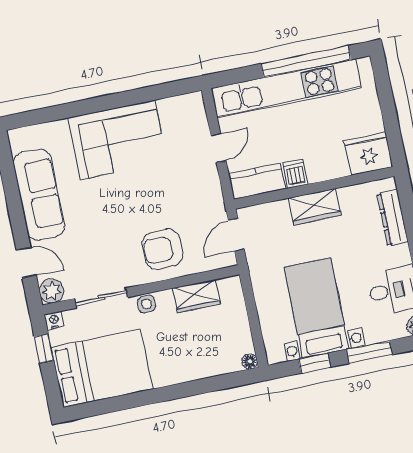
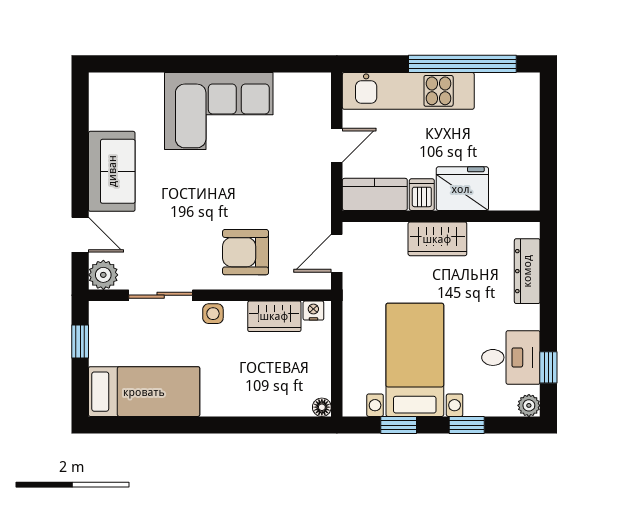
kitchen unit: (286, 88) -> (408, 91), width x0.73
fridge: (368, 154) -> (462, 189), moved
sofa: (39, 194) -> (112, 171), width x0.73
nightstand: (54, 320) -> (313, 311), moved
window: (369, 352) -> (467, 425), width x0.67
bed: (102, 368) -> (144, 392), width x0.67

